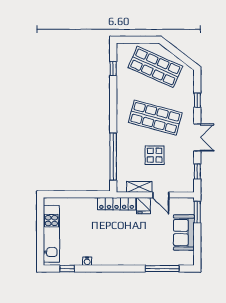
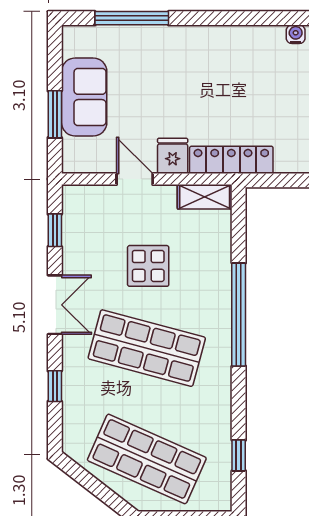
double door: (197, 137) -> (55, 305), swing flipped
window: (113, 157) -> (239, 315), moved
shelving: (139, 187) -> (205, 197), moved
window: (197, 212) -> (55, 114), moved

